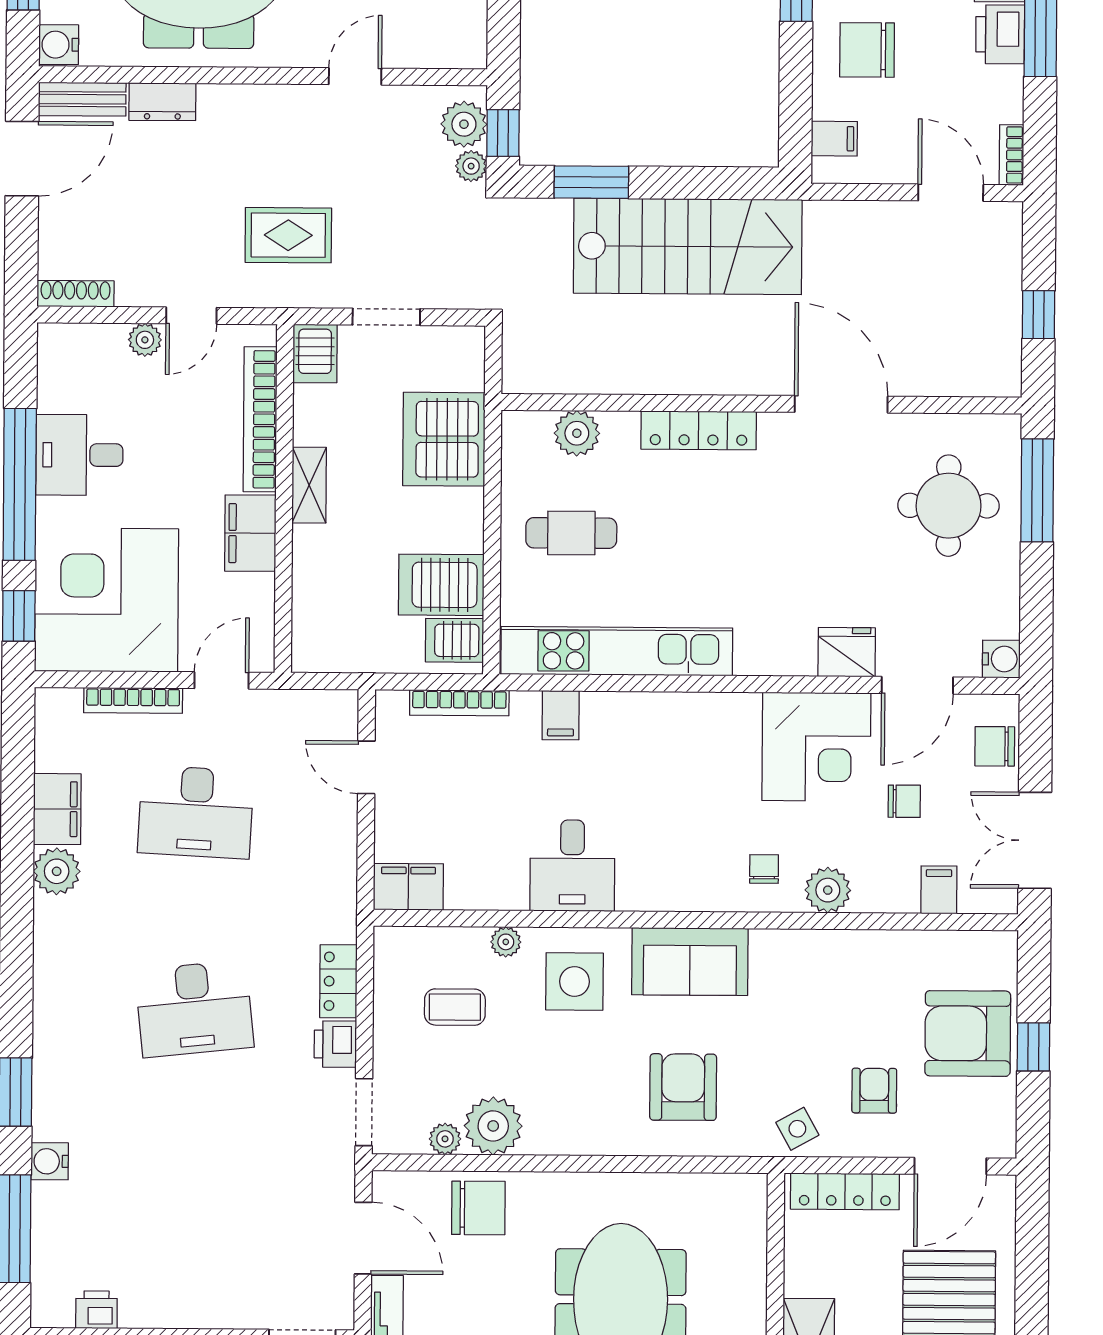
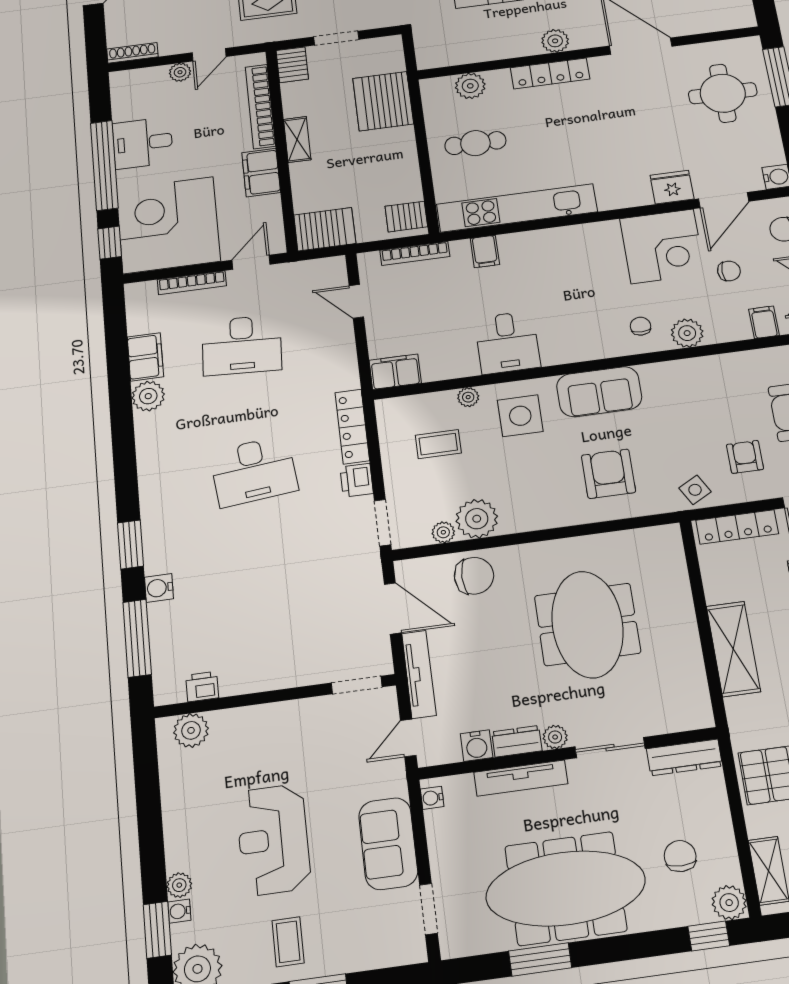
plant: (715, 375) -> (555, 41), added
server rack: (441, 585) -> (325, 229), moved, turned 180
locker: (338, 981) -> (352, 426), width x1.53

